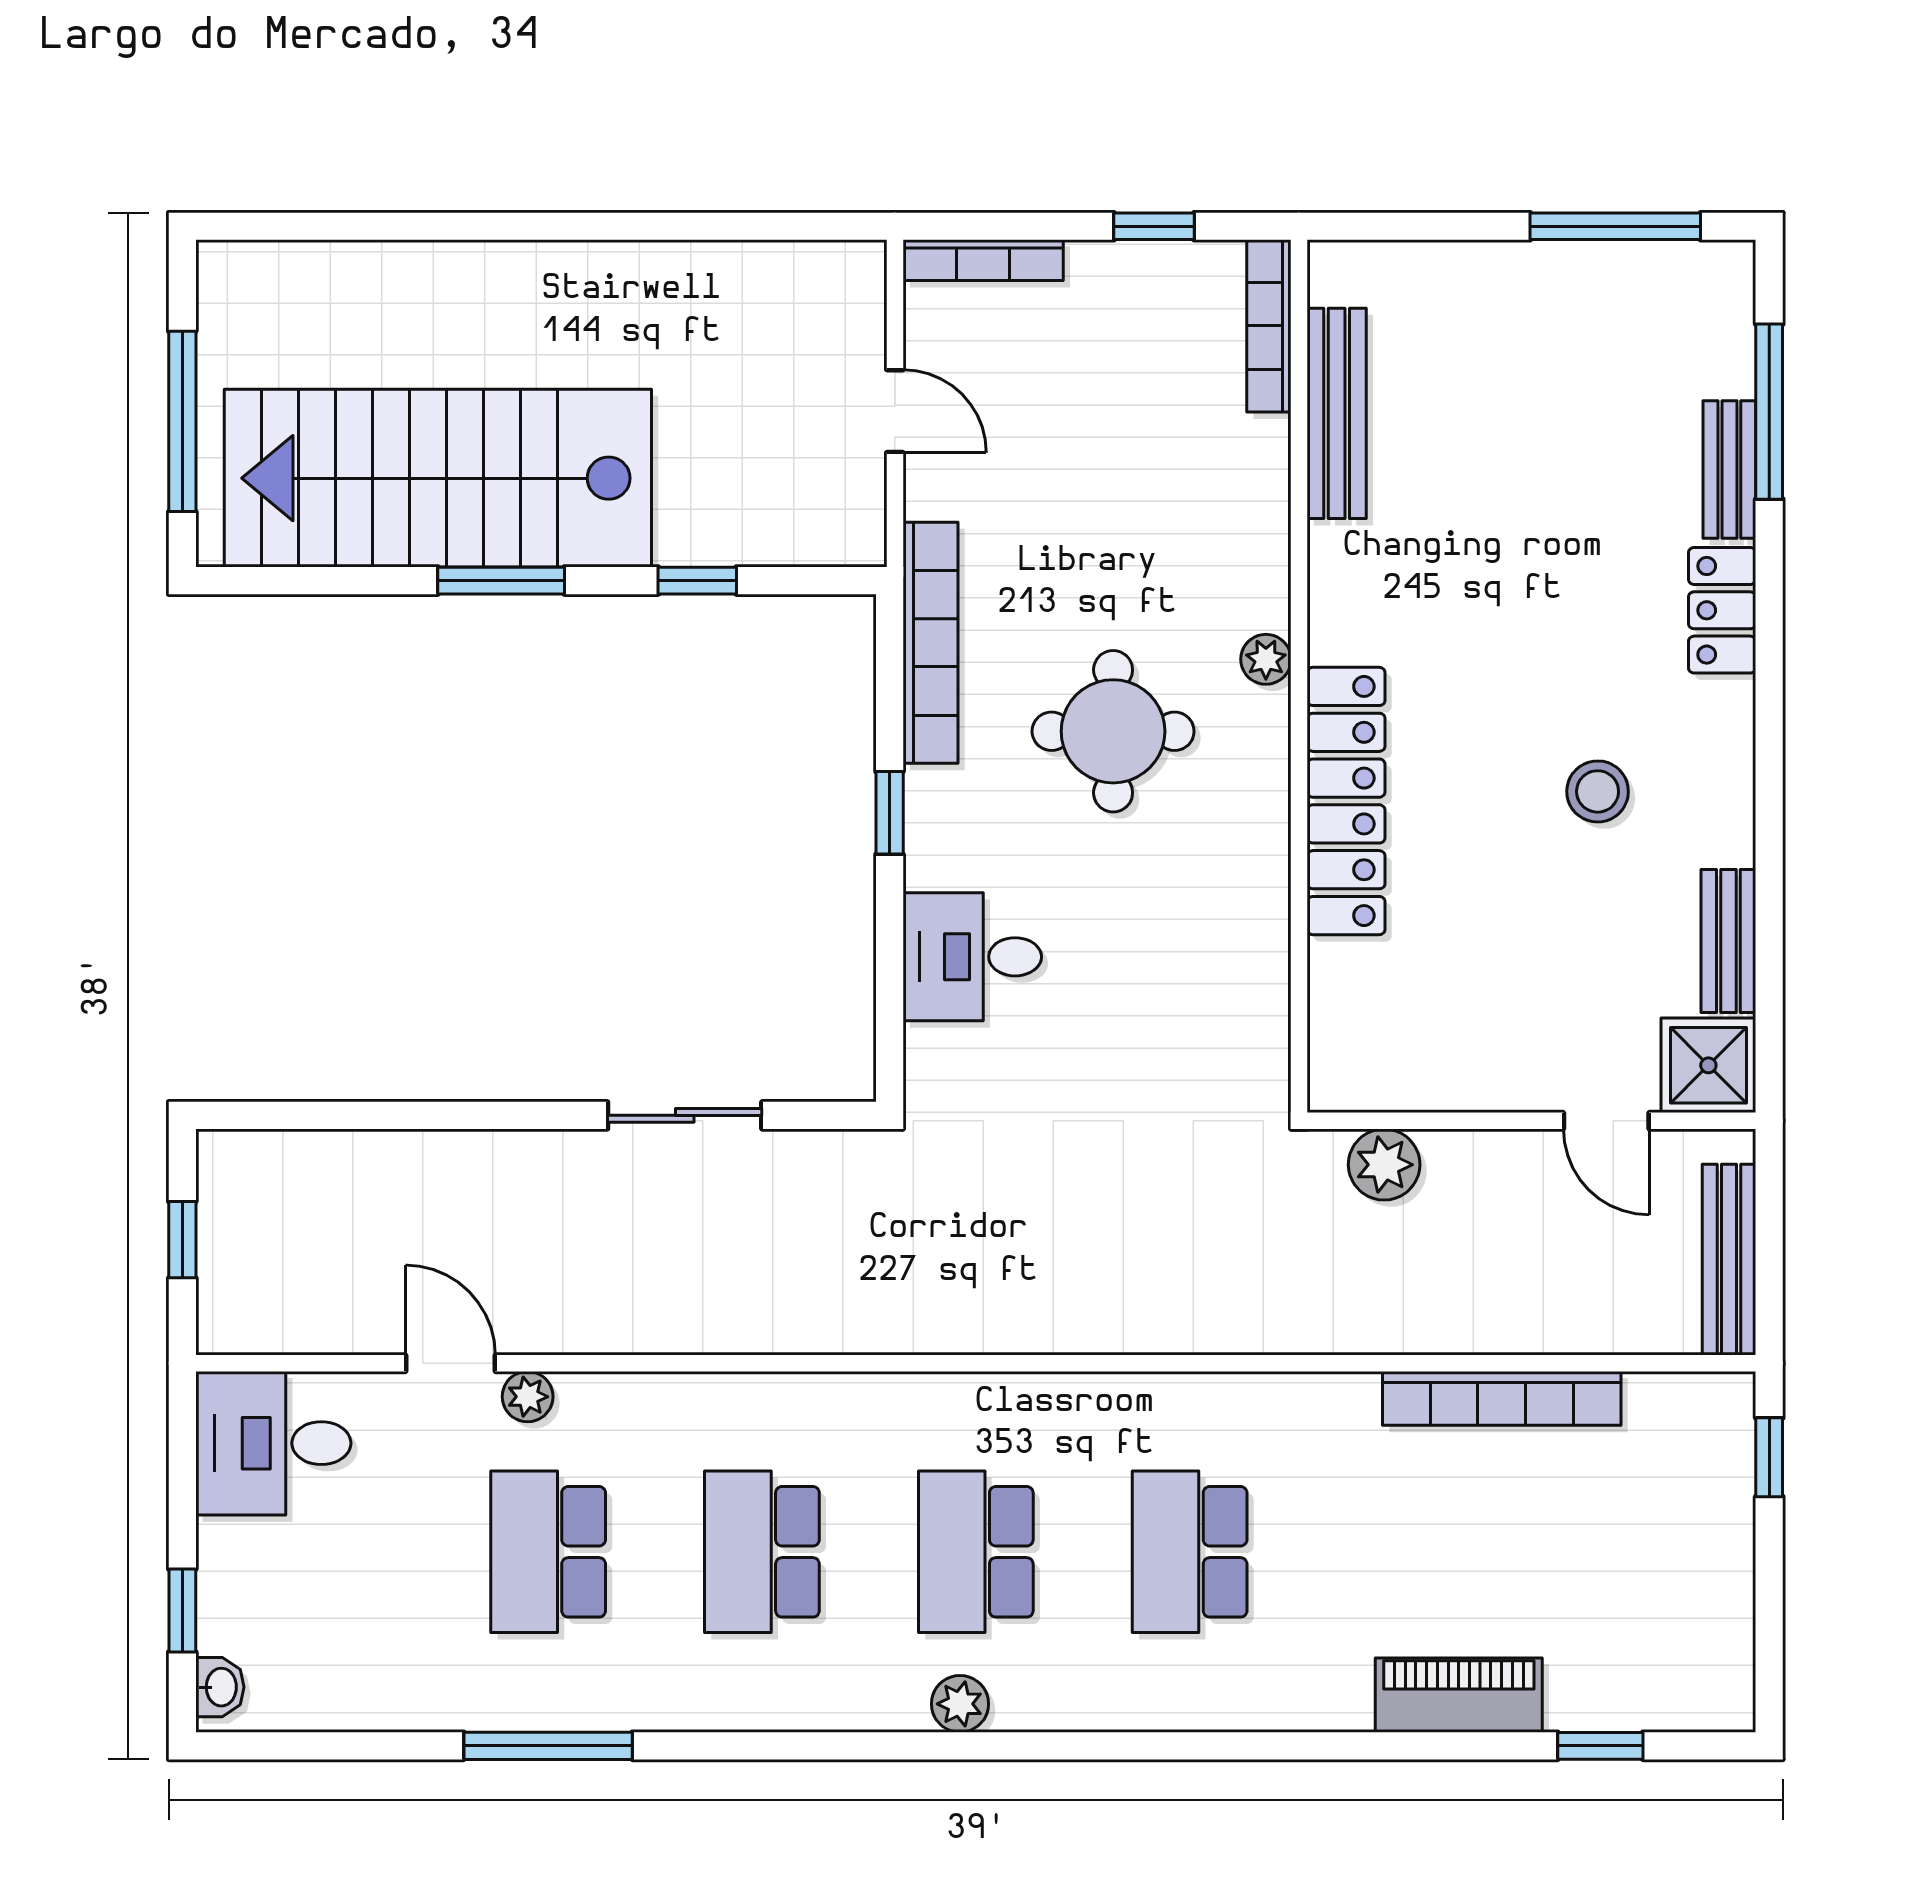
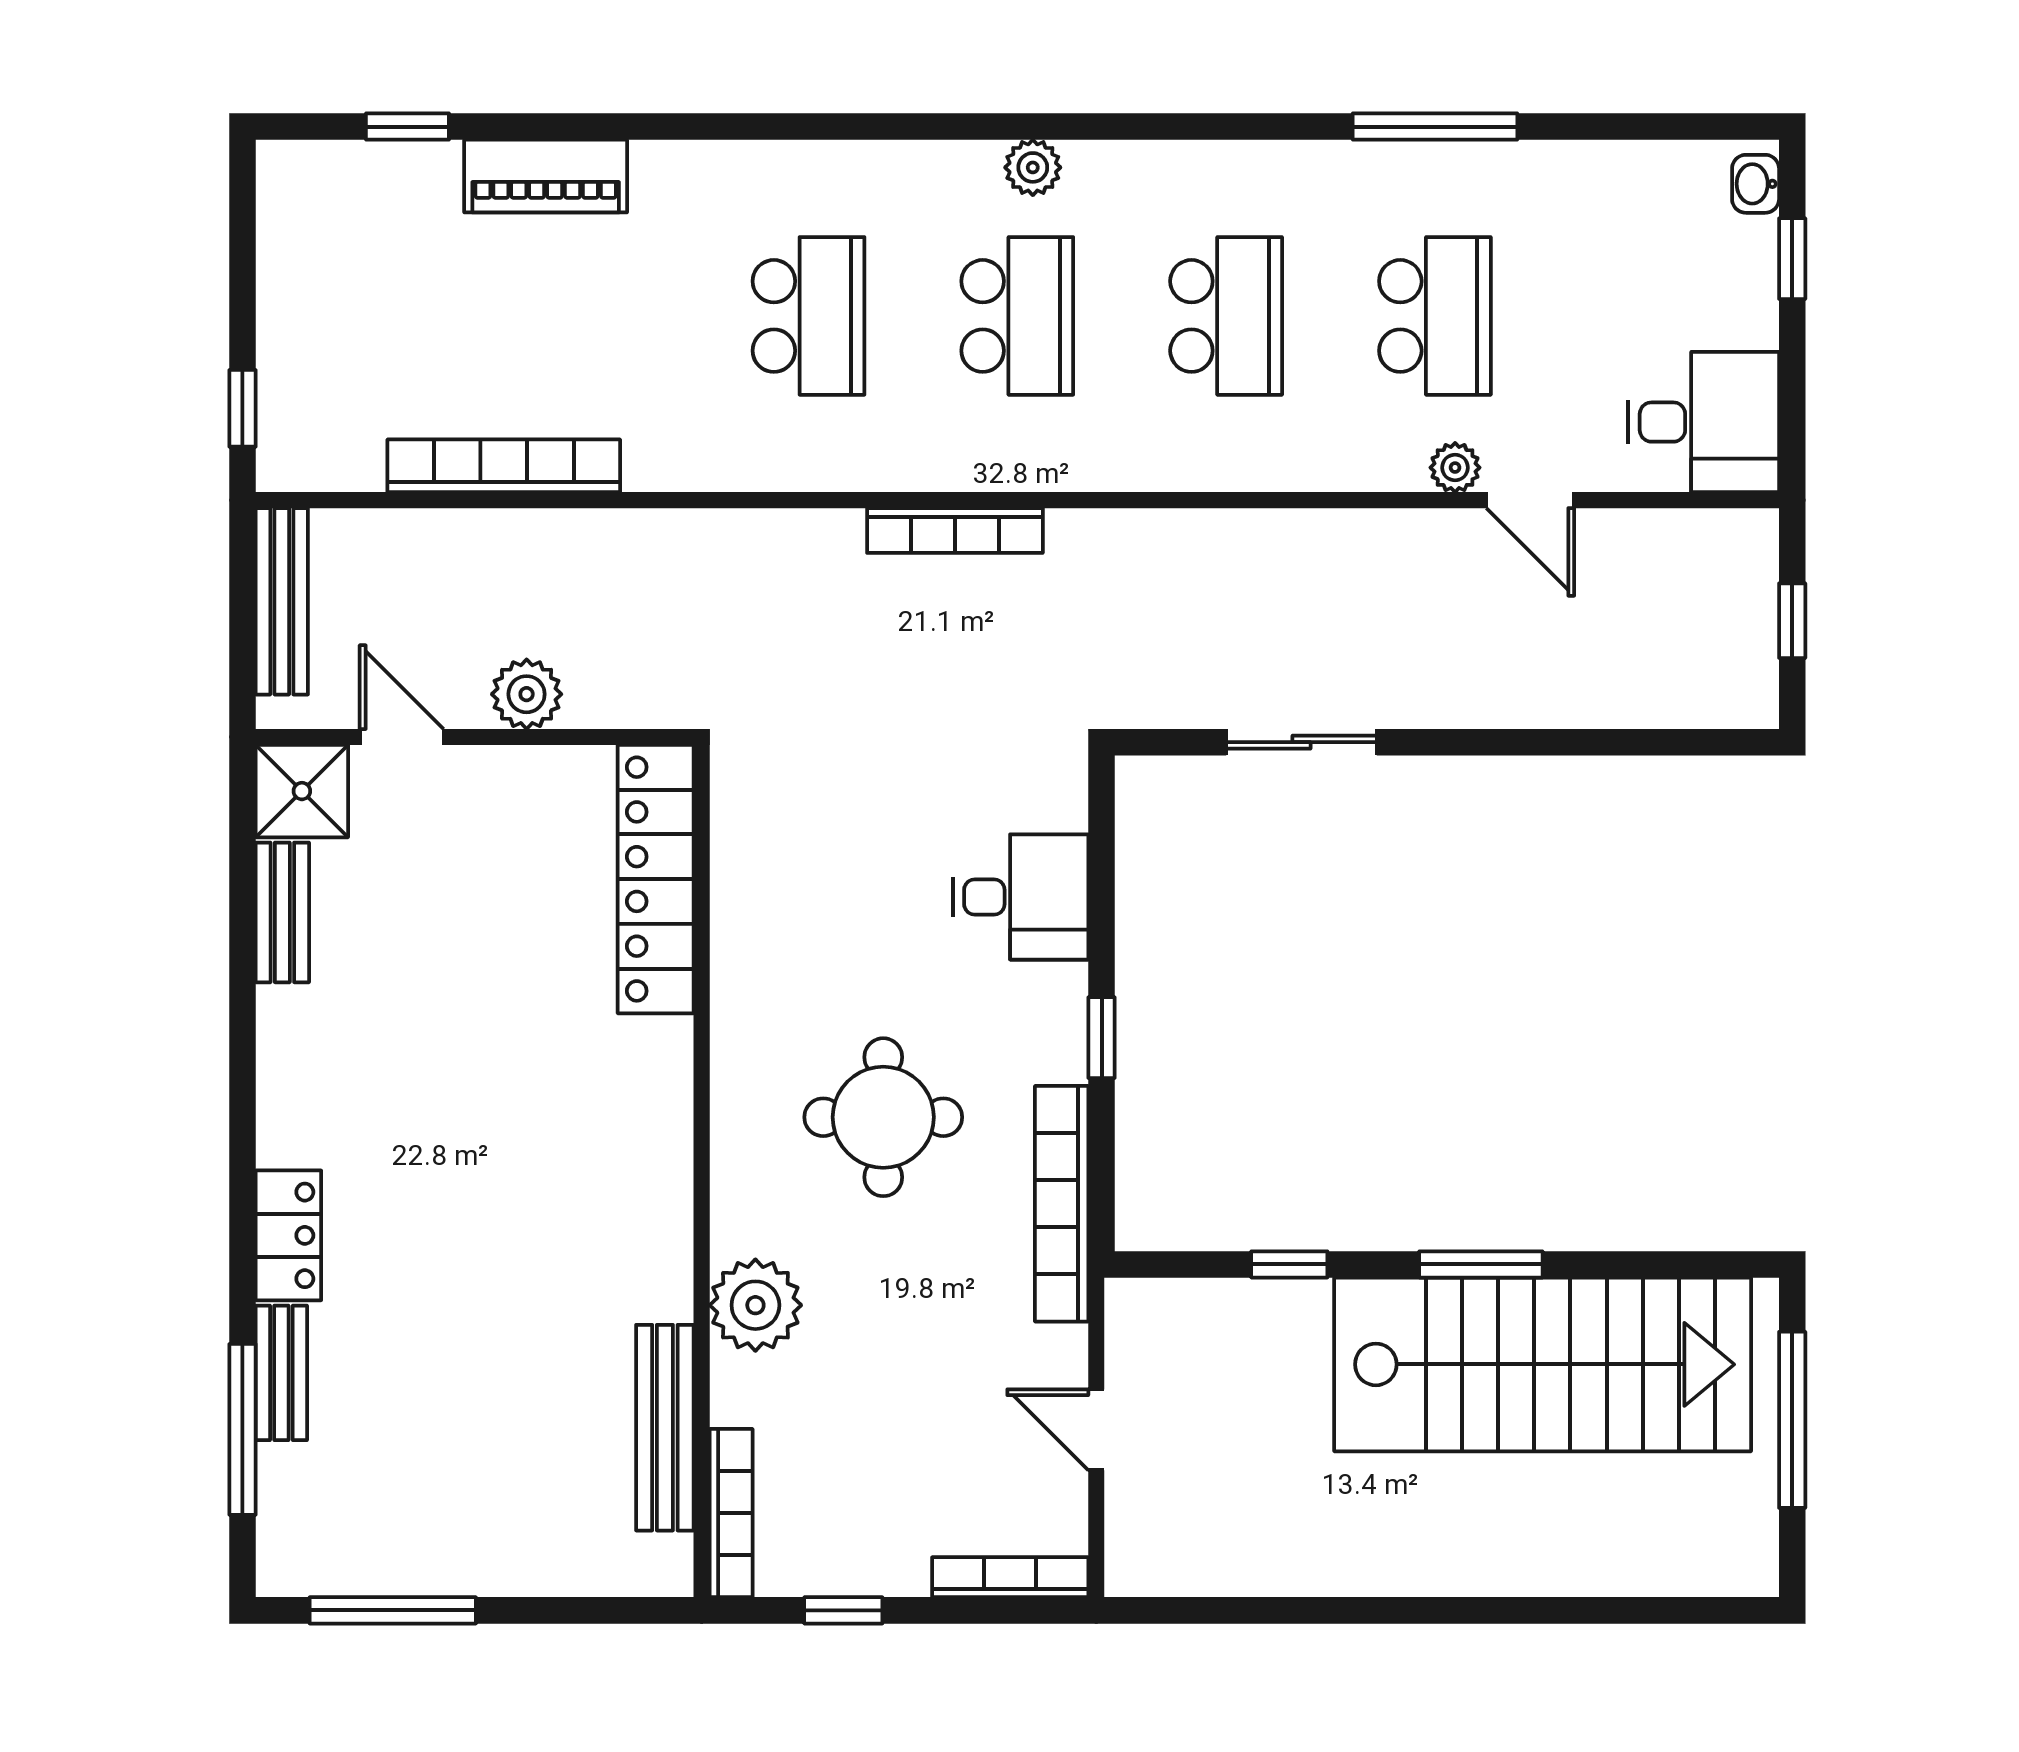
plant: (1266, 659) -> (755, 1305), moved, width x1.88, depth x1.88
stool: (1598, 791) -> (410, 1058), removed
locker: (1346, 801) -> (656, 879), moved
plant: (1384, 1165) -> (527, 694), moved
bookcase: (1040, 1332) -> (955, 531), added

